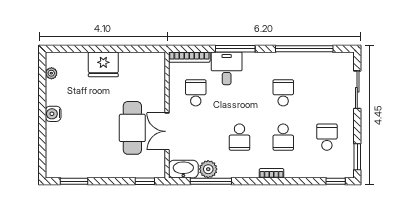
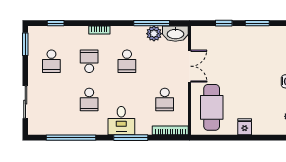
fridge: (103, 64) -> (245, 127), width x0.53, depth x0.75
desk: (227, 68) -> (121, 121), moved
cafe table: (132, 128) -> (212, 107), moved
school desk: (239, 137) -> (127, 61), turned 180
window: (74, 181) -> (257, 23), moved
window: (145, 181) -> (224, 23), moved
window: (336, 181) -> (56, 23), moved

